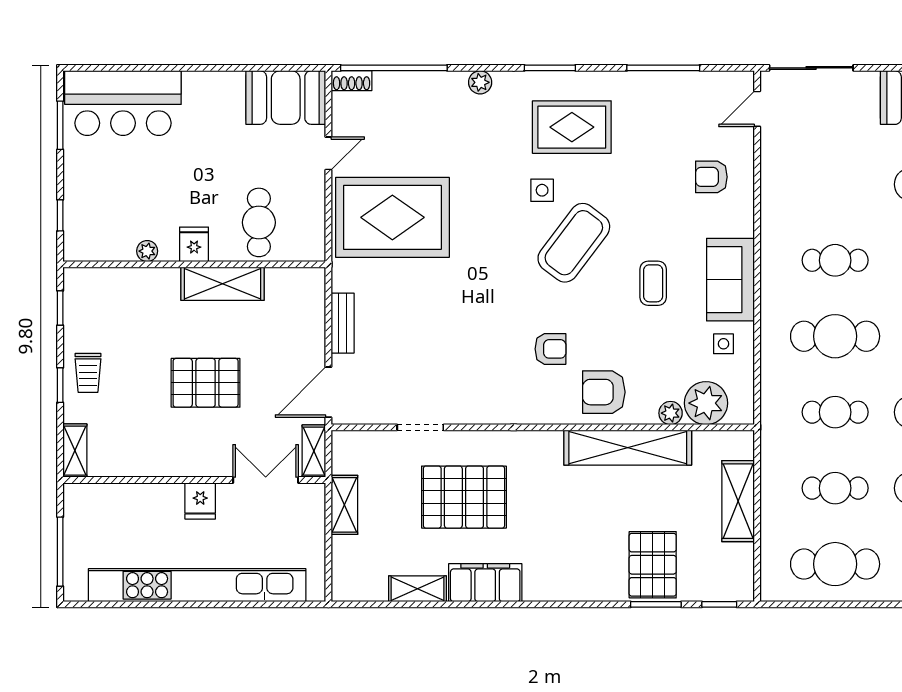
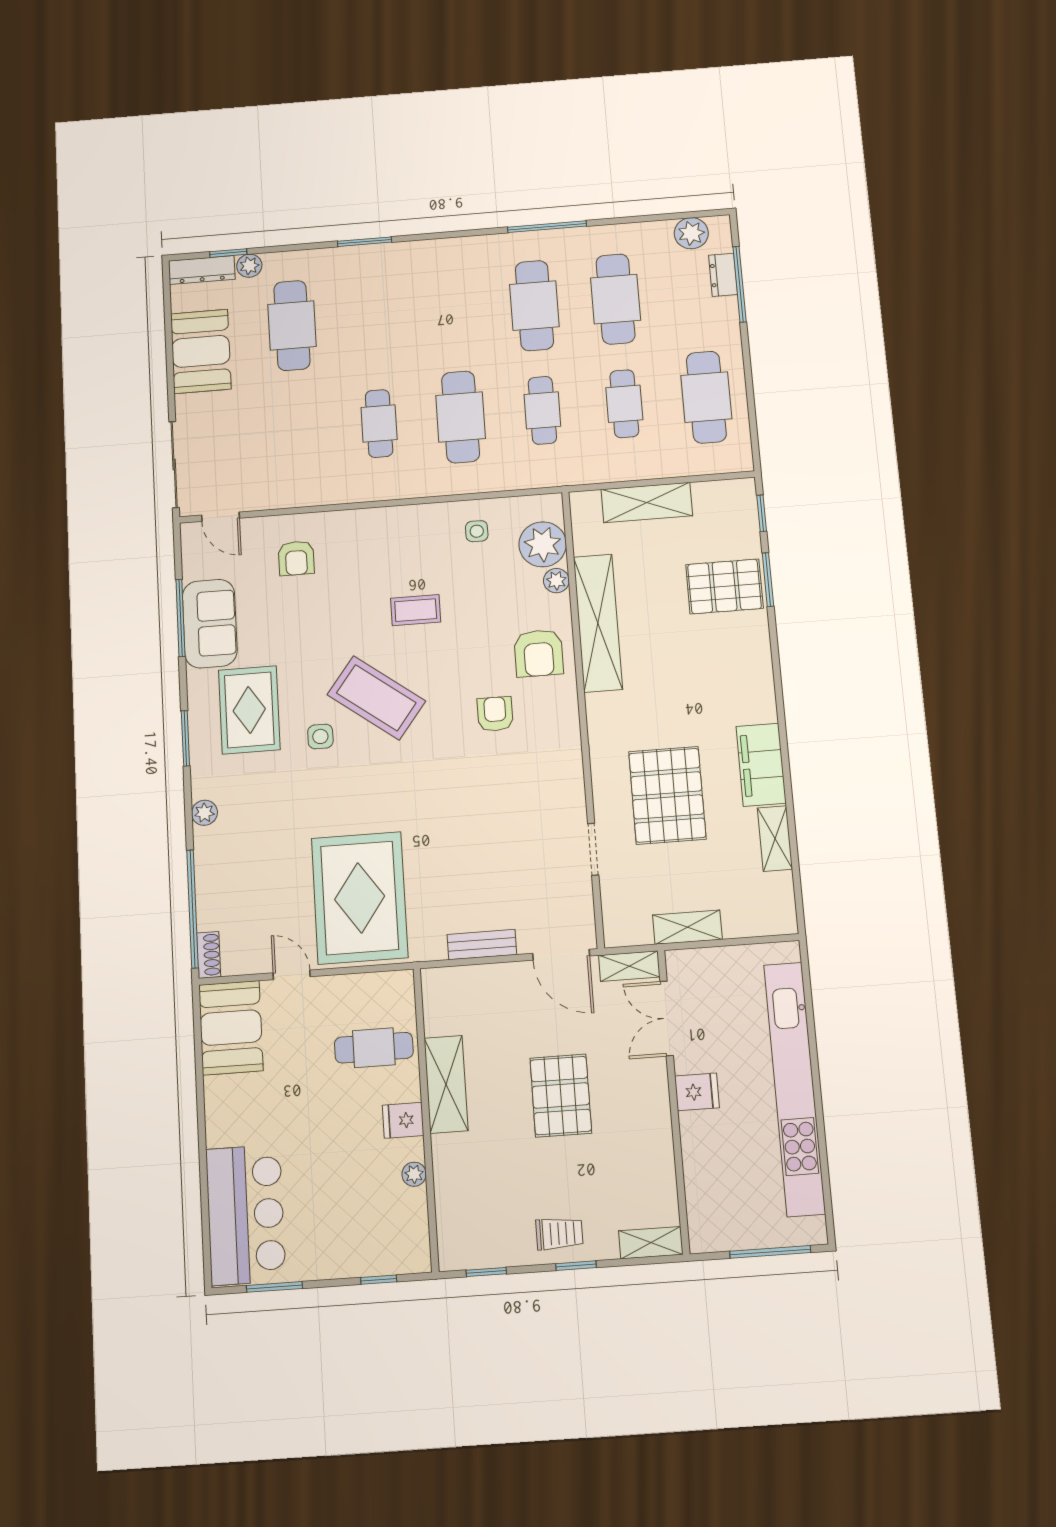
sofa: (730, 280) -> (210, 624), moved, turned -90

